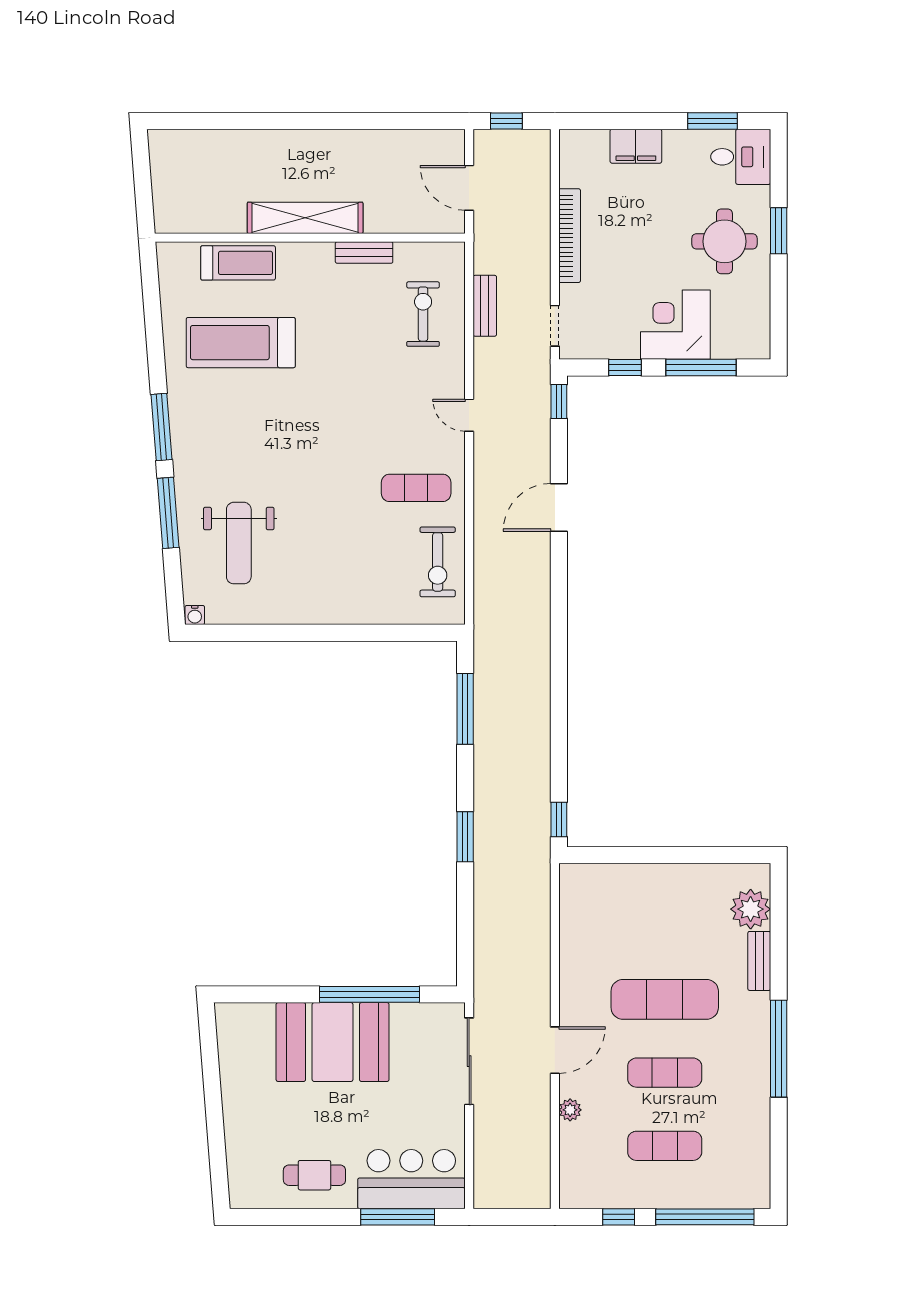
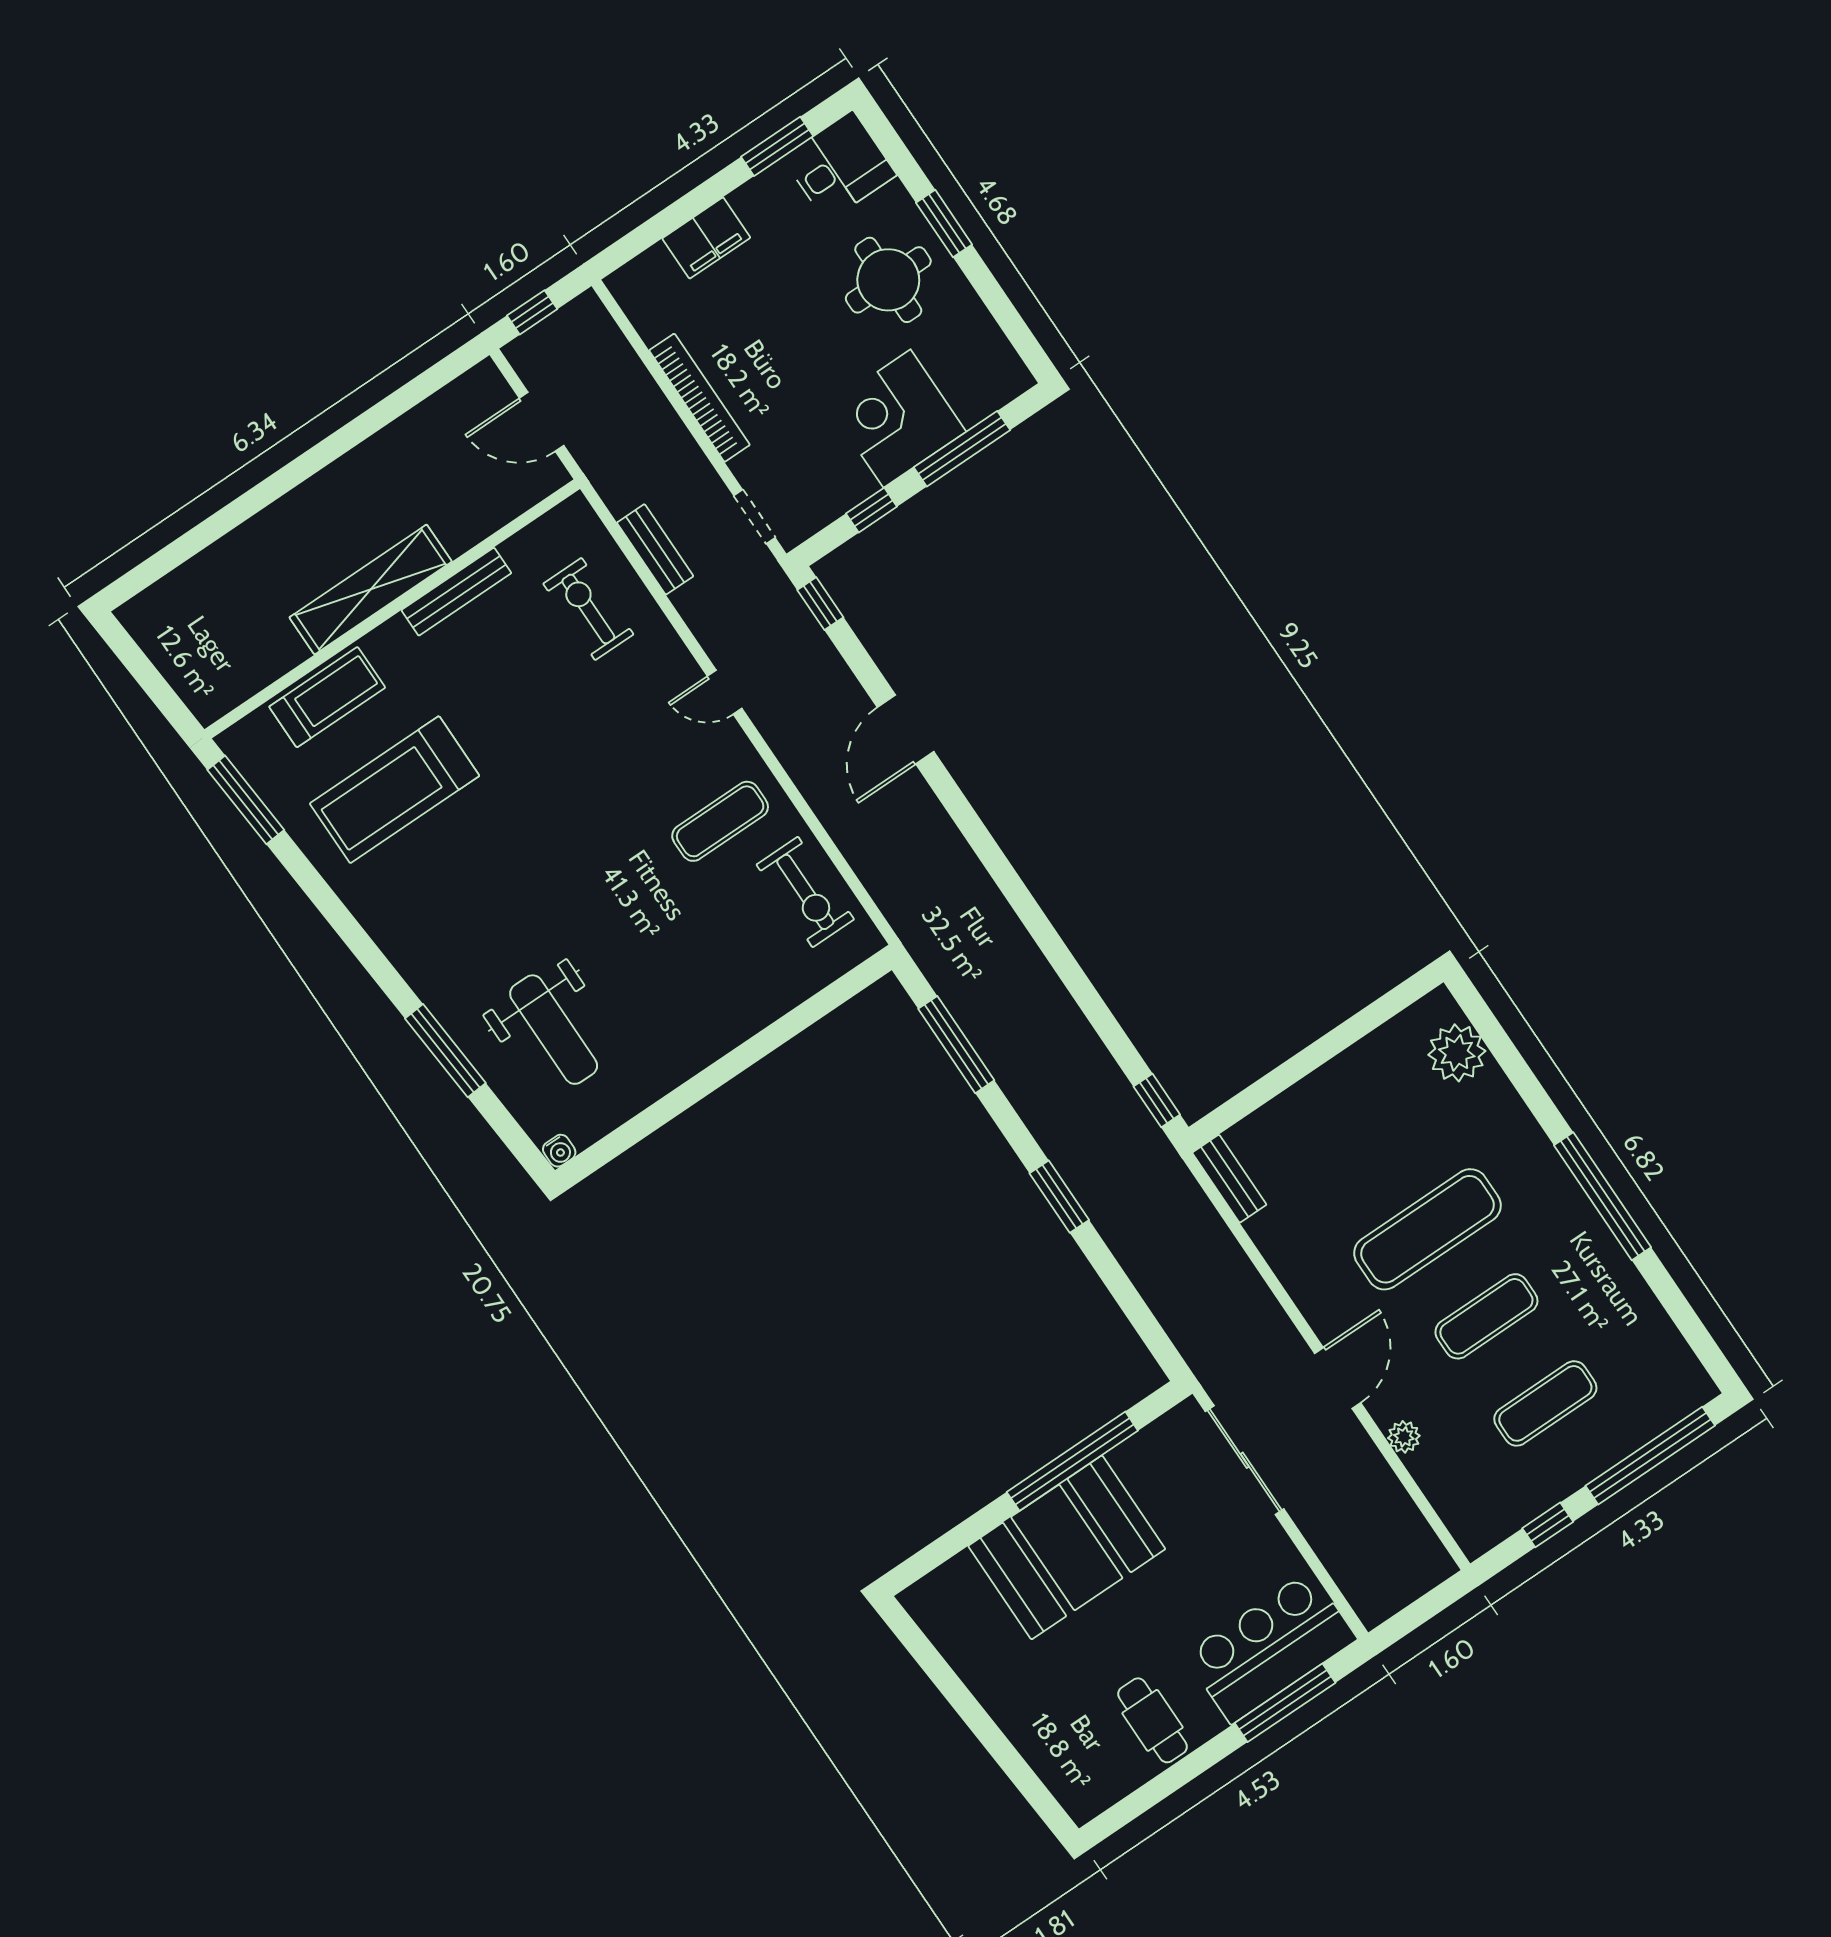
bench: (364, 253) -> (456, 592), width x1.36
window: (161, 427) -> (246, 800), moved
bench: (759, 961) -> (1229, 1179), moved
cafe table: (314, 1175) -> (1153, 1720), turned 90

